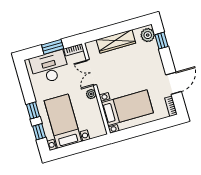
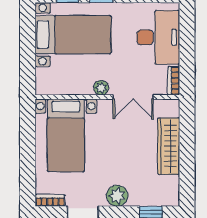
plant: (148, 35) -> (117, 196), moved
window: (53, 47) -> (187, 50), removed
double door: (91, 72) -> (133, 97), swing flipped

